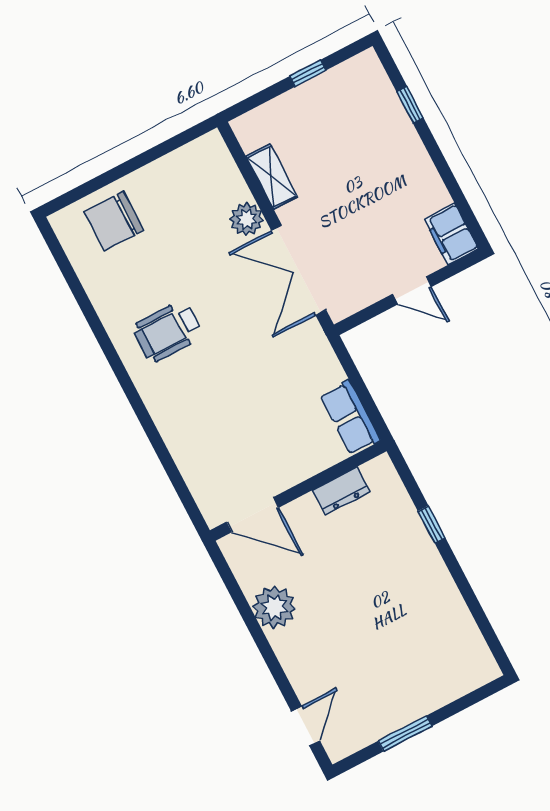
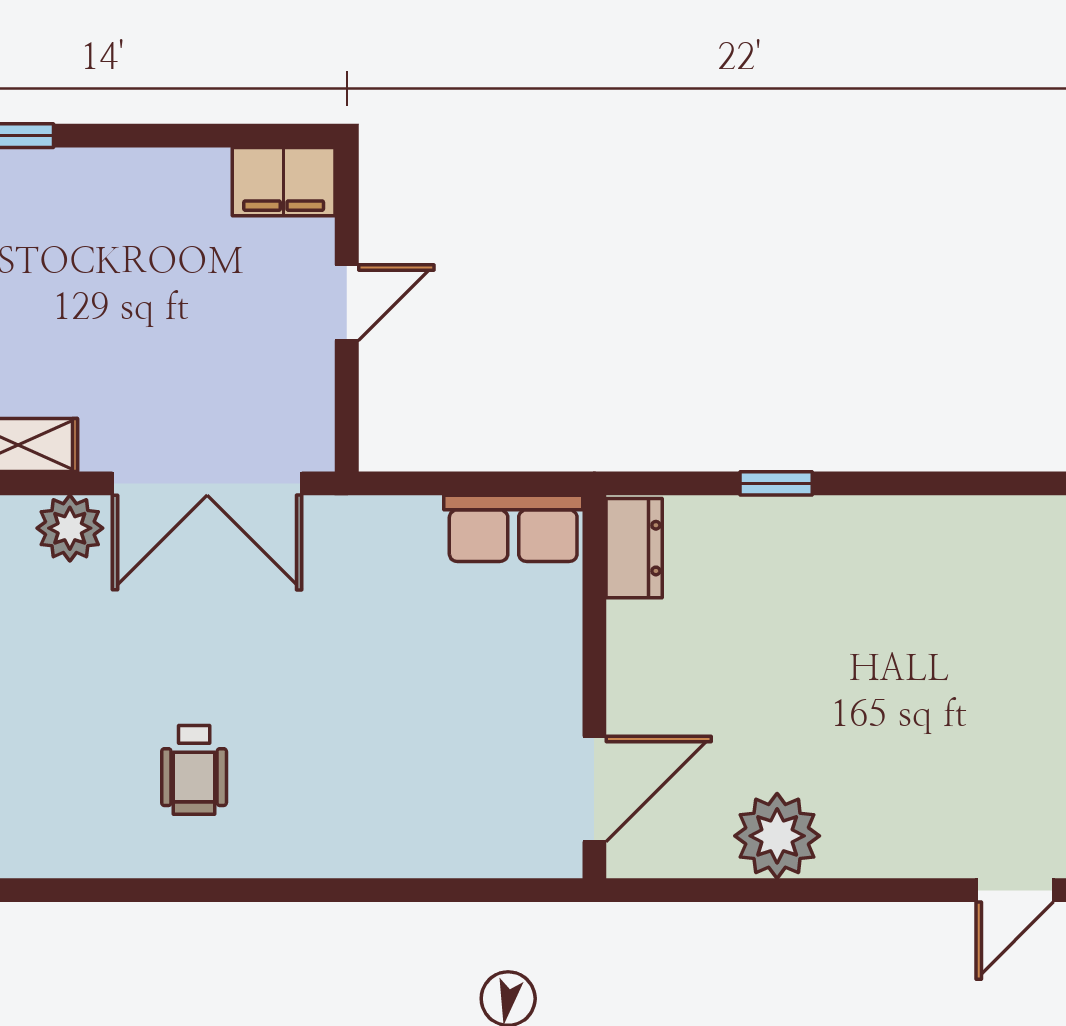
wheelchair: (168, 331) -> (194, 770), width x0.73, depth x0.73
dresser: (341, 491) -> (634, 548), moved
door: (306, 726) -> (1015, 890), swing flipped

